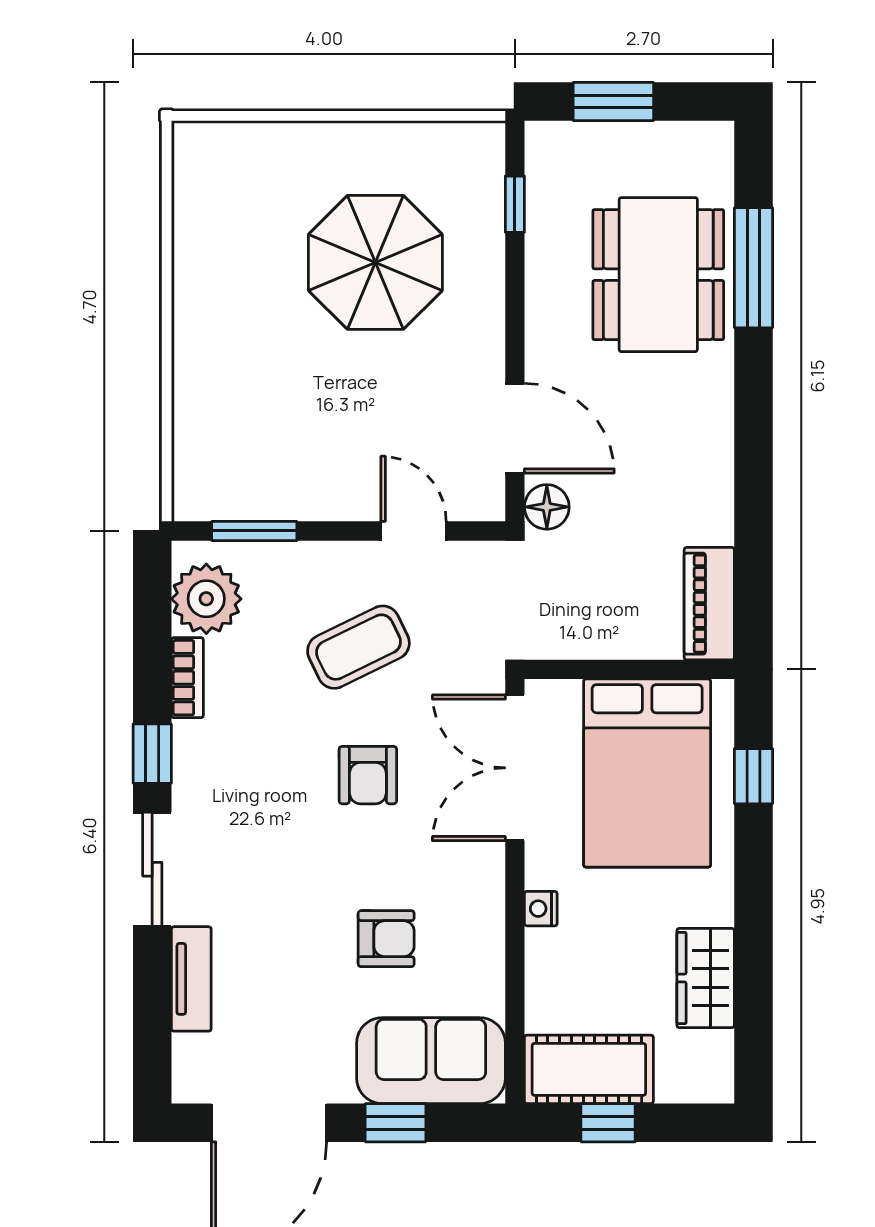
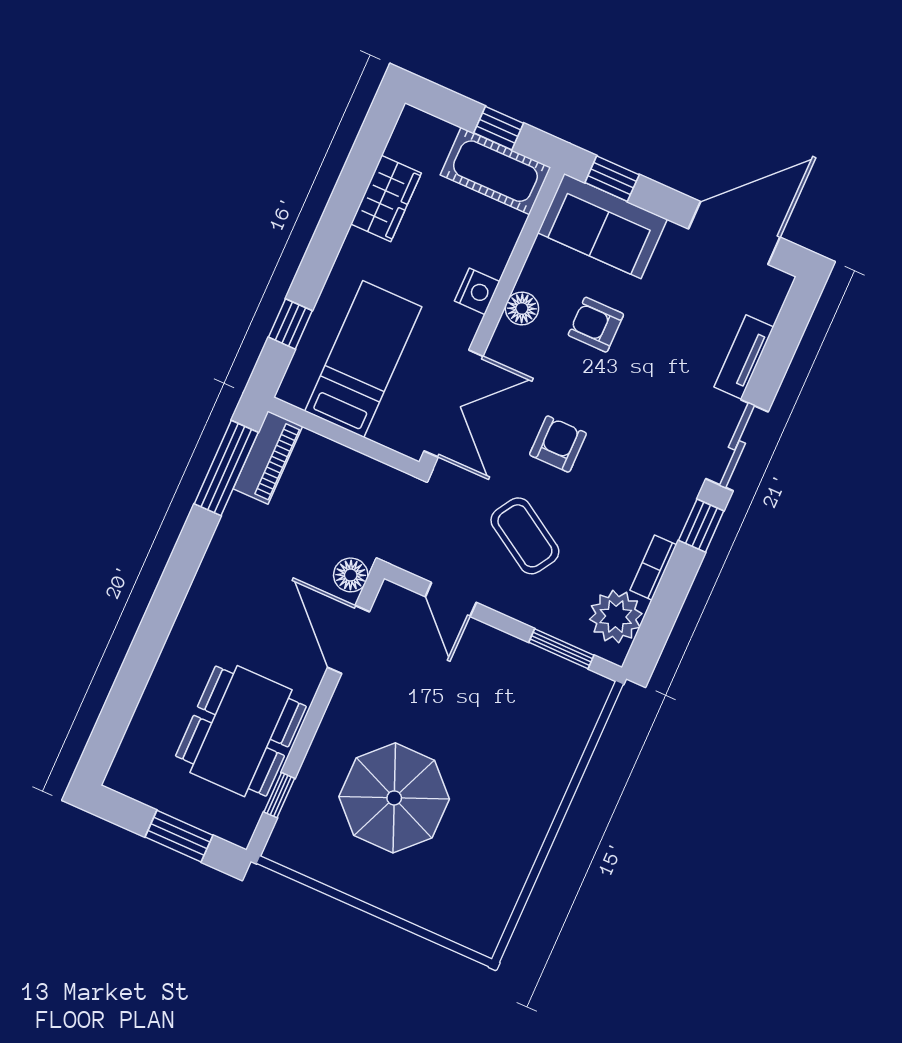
window: (754, 268) -> (226, 468), moved
dining table: (658, 275) -> (241, 731), moved
coffee table: (358, 647) -> (525, 536), turned 58
bed: (647, 773) -> (363, 359), width x0.67
nightstand: (541, 909) -> (477, 291), width x1.39, depth x1.35
floor lamp: (484, 919) -> (522, 308), added
window: (395, 1123) -> (612, 179), moved

